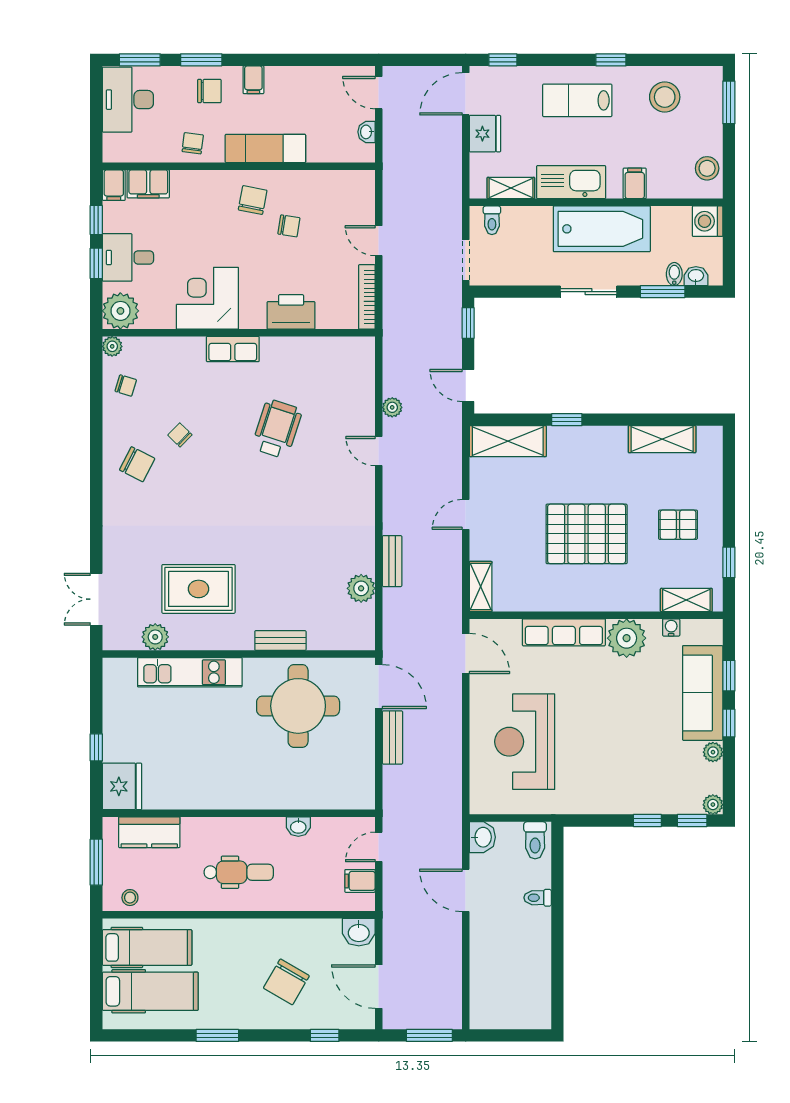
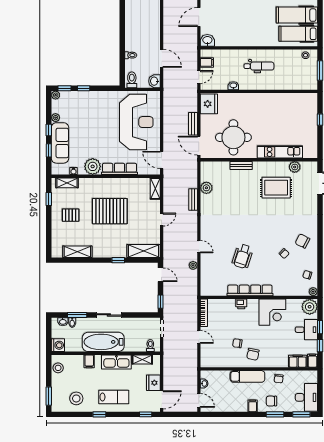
printer: (291, 312) -> (241, 304), width x0.53, depth x0.68
row of seats: (233, 349) -> (250, 290), width x2.02
reception desk: (525, 742) -> (136, 122), width x1.36, depth x1.30
fridge: (122, 786) -> (209, 104), moved, turned 180
kitchen counter: (149, 832) -> (297, 83), removed
dental chair: (239, 872) -> (259, 66), turned 180
chair: (286, 982) -> (238, 19), removed
door: (379, 987) -> (199, 17), swing flipped

